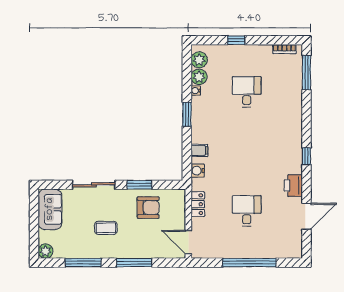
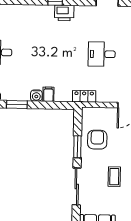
water cooler: (198, 171) -> (36, 96), moved
printer: (293, 186) -> (64, 13), moved
locker: (198, 204) -> (84, 96), moved

